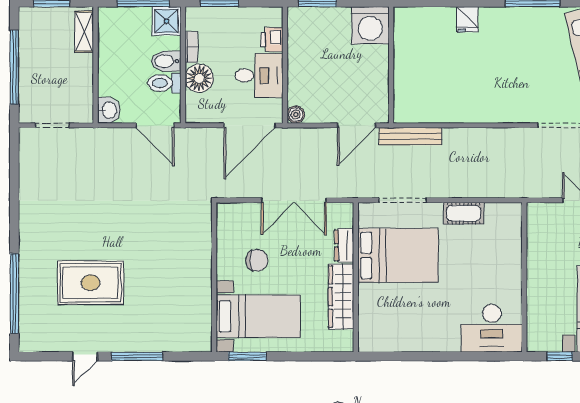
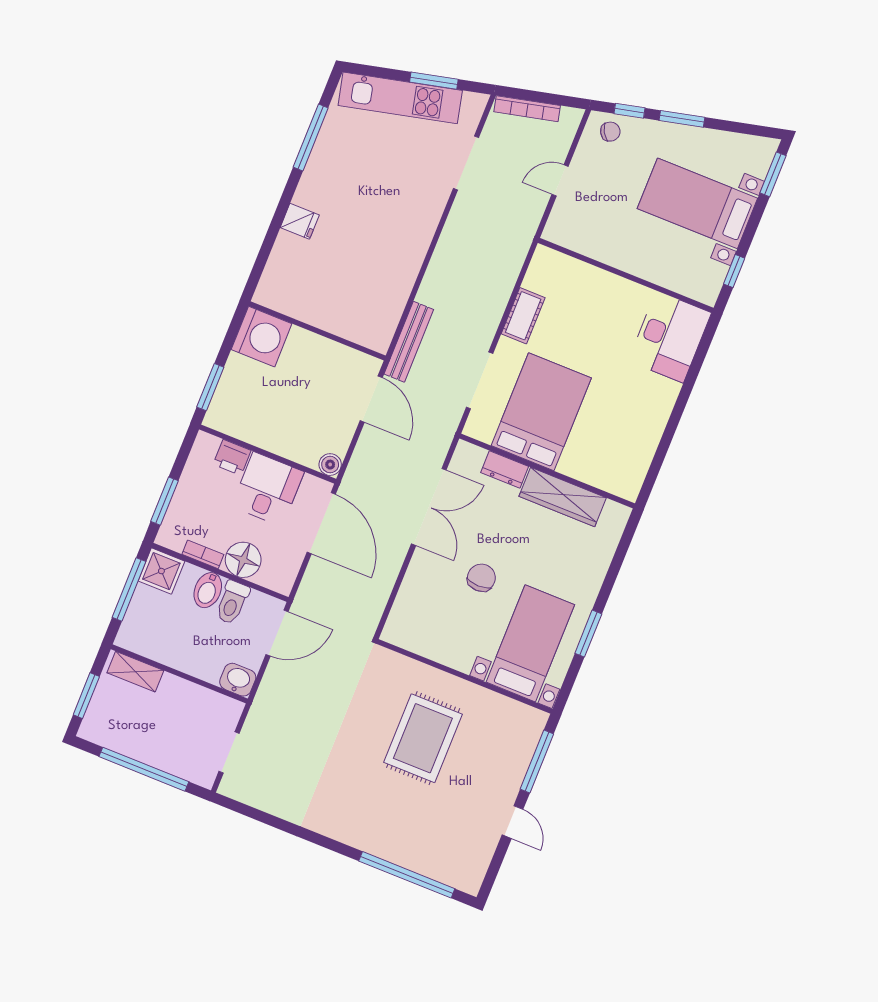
wall: (214, 277) -> (465, 676), moved
rug: (91, 283) -> (423, 738), moved
bed with nightstands: (258, 316) -> (530, 643), moved

